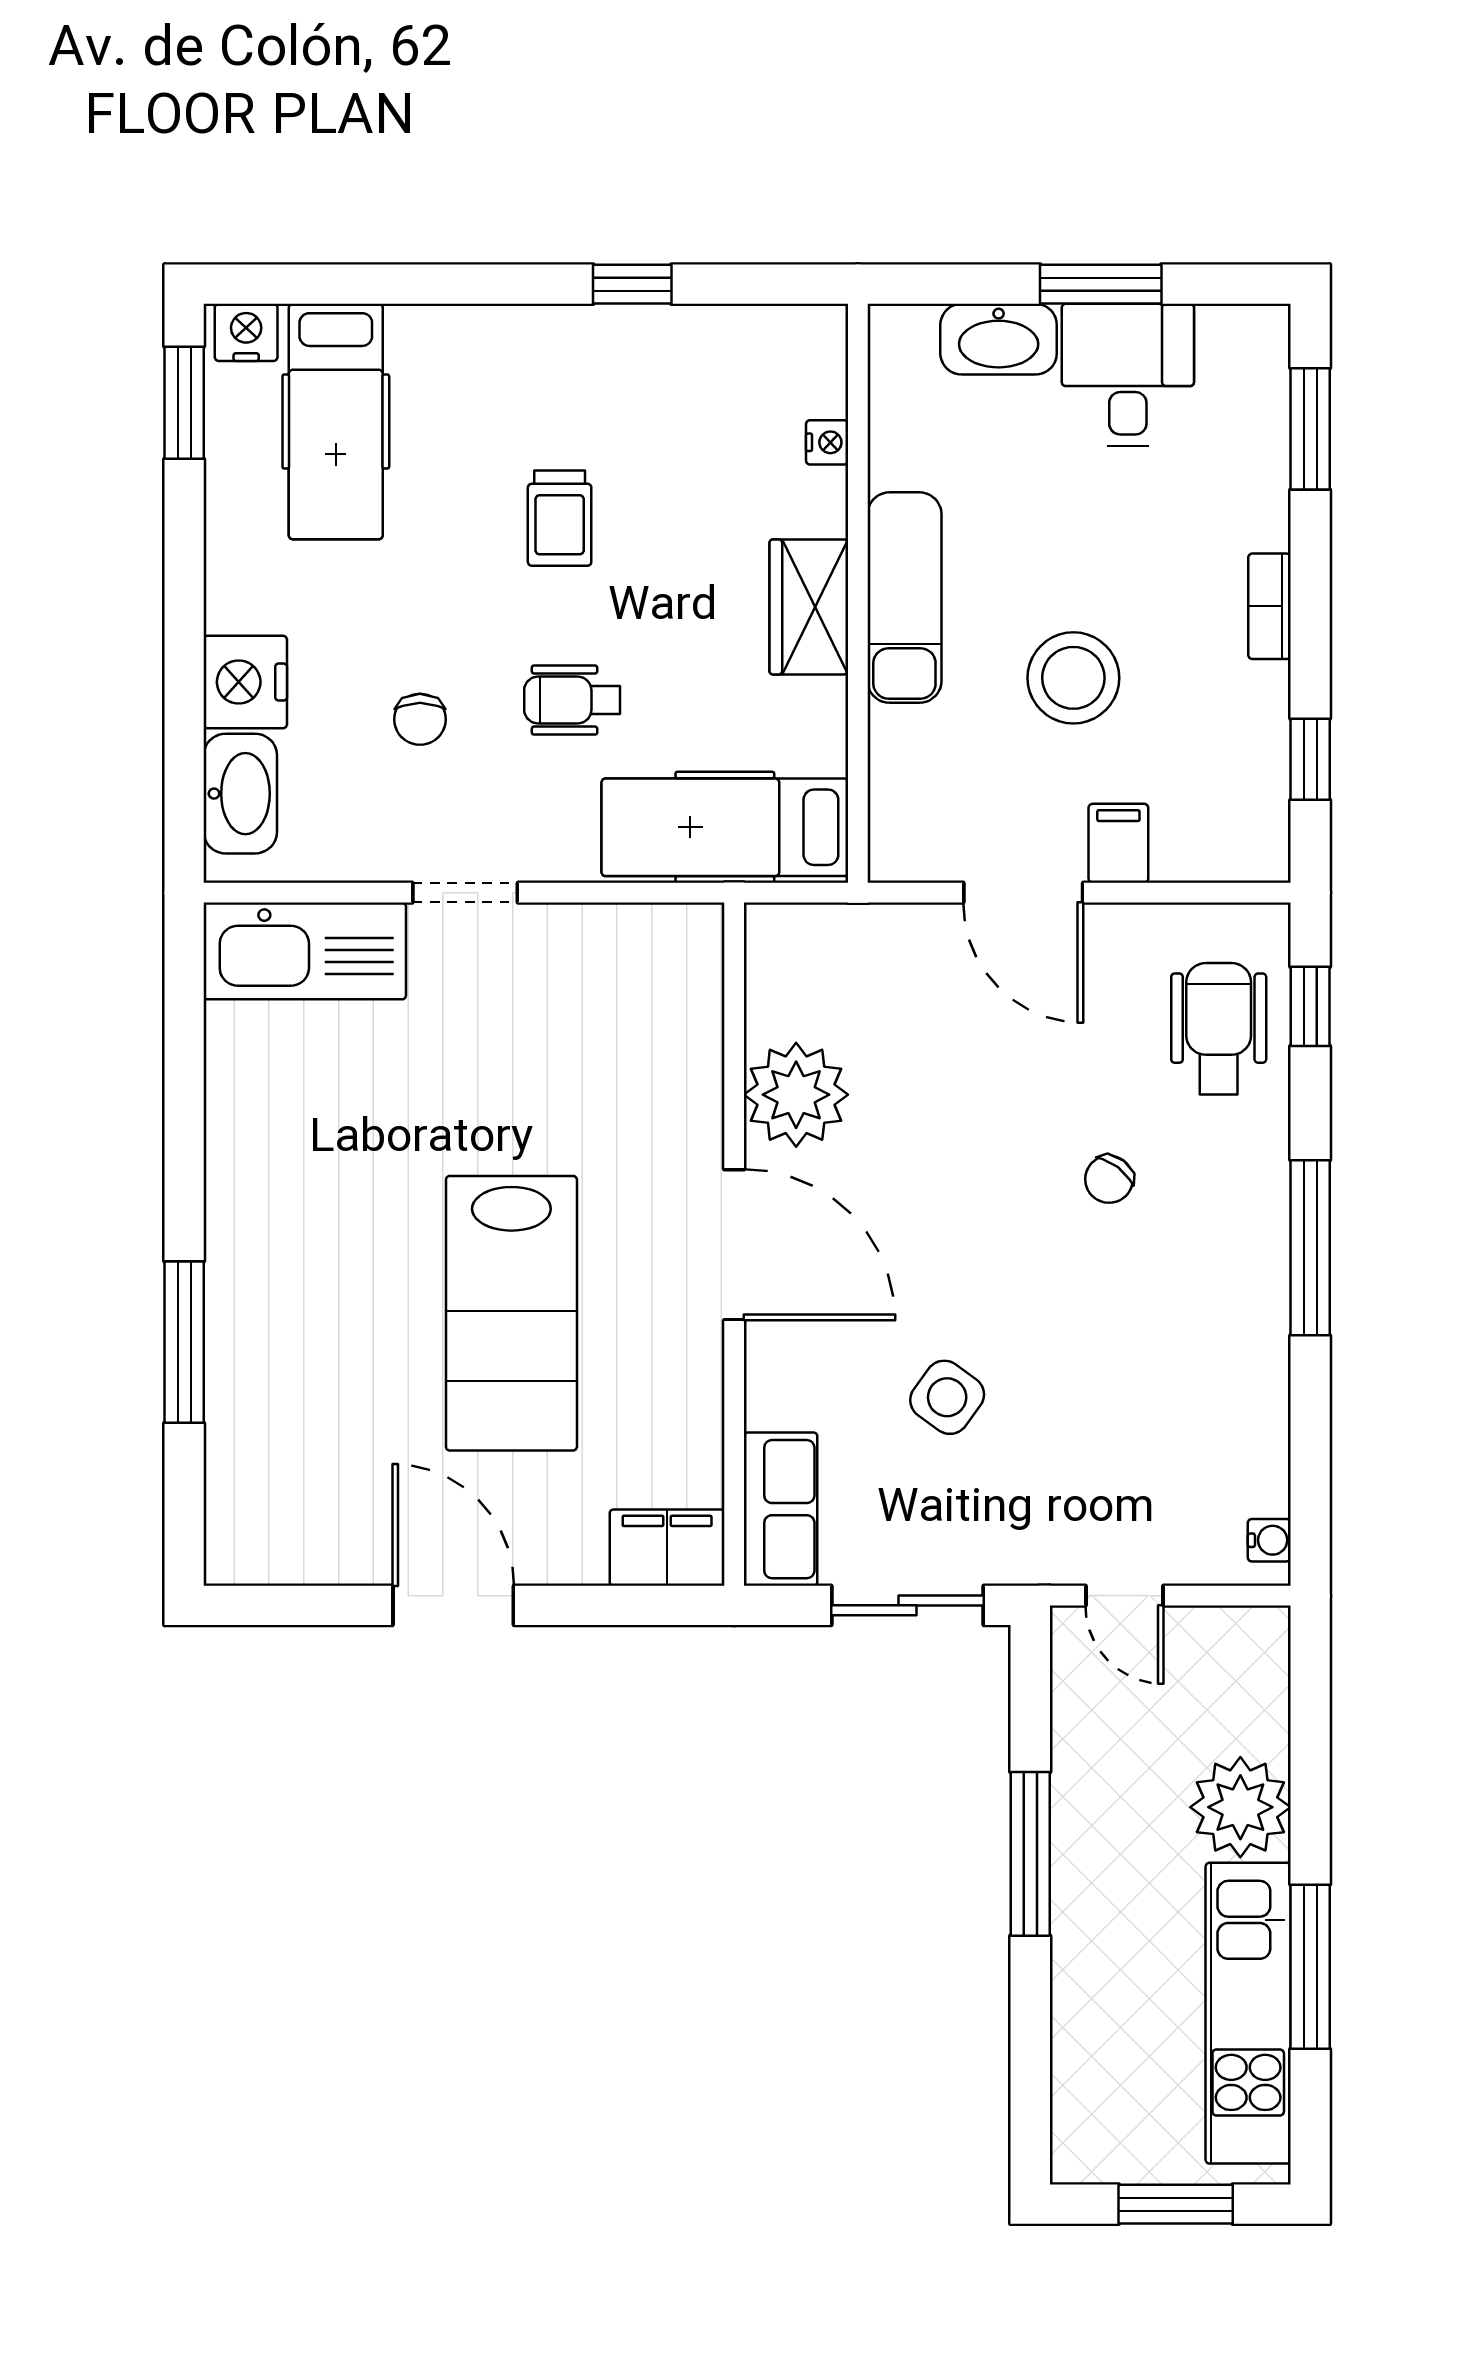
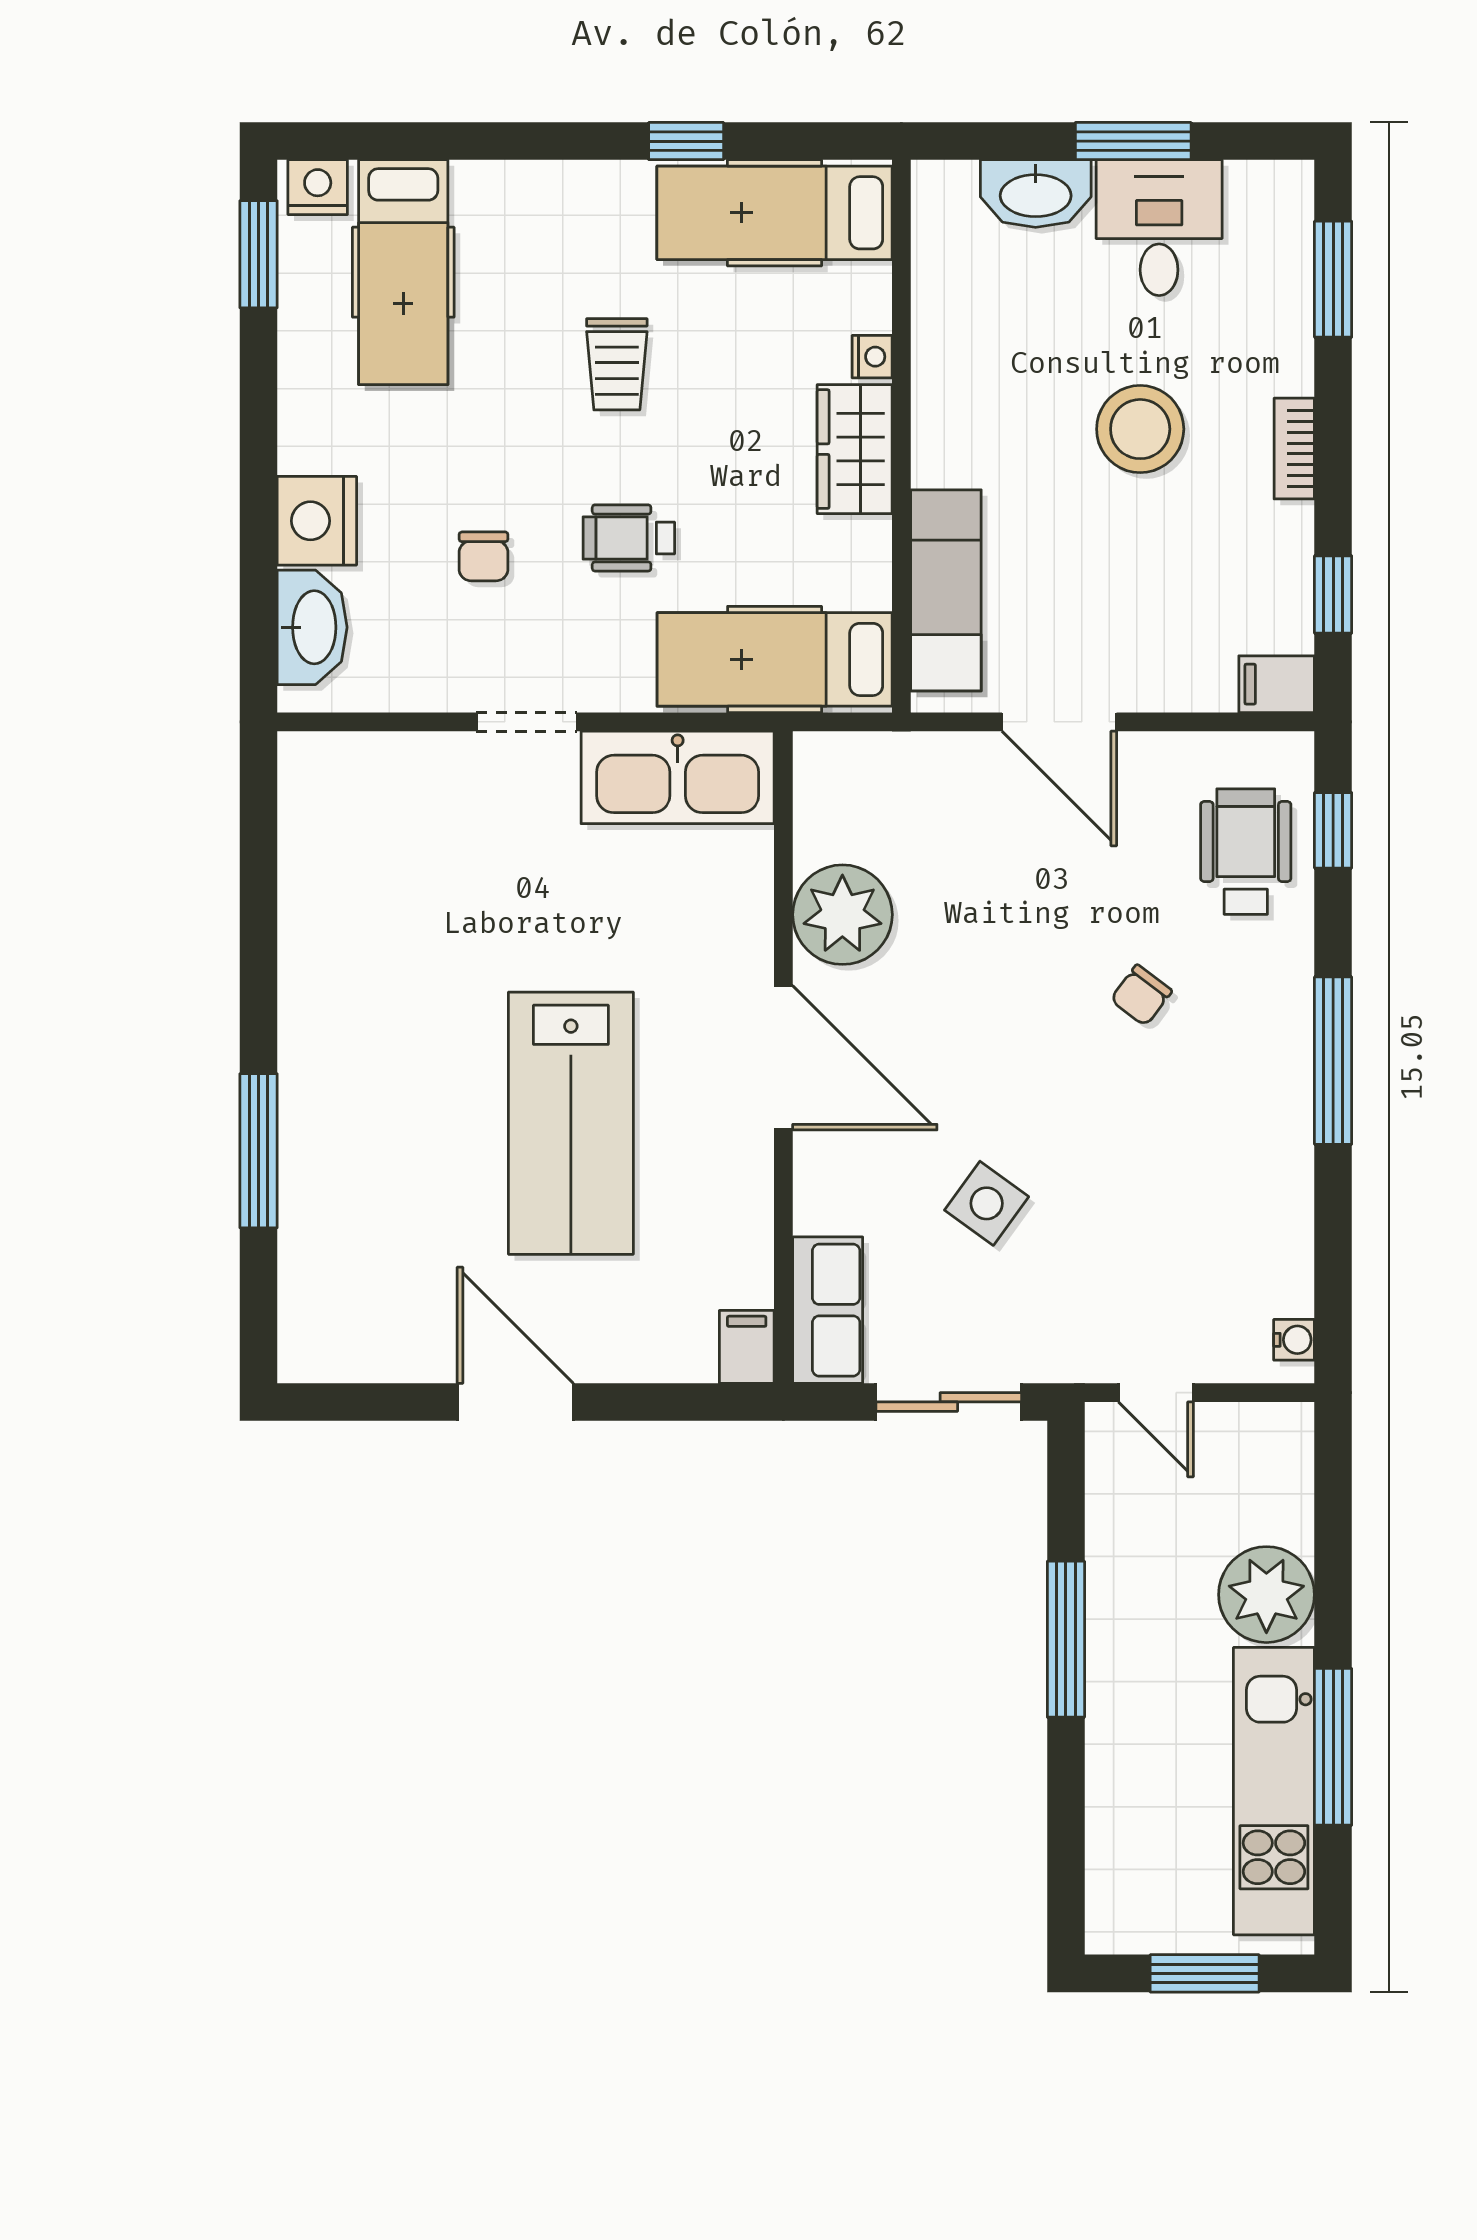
hospital bed: (725, 359) -> (774, 213), added
nightstand: (827, 442) -> (872, 357), moved
exam couch: (904, 598) -> (946, 590), moved
stool: (1073, 678) -> (1140, 429), moved
filing cabinet: (1118, 843) -> (1277, 684), moved, turned -90
kitchen sink: (305, 951) -> (678, 777), moved
filing cabinet: (667, 1548) -> (747, 1347), width x0.50

